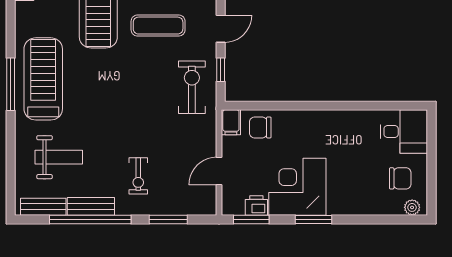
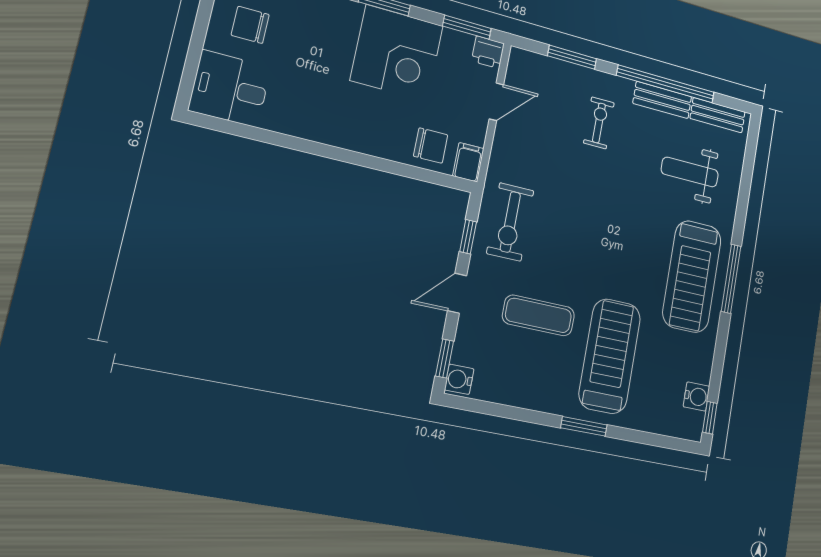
printer: (256, 205) -> (488, 52), moved

